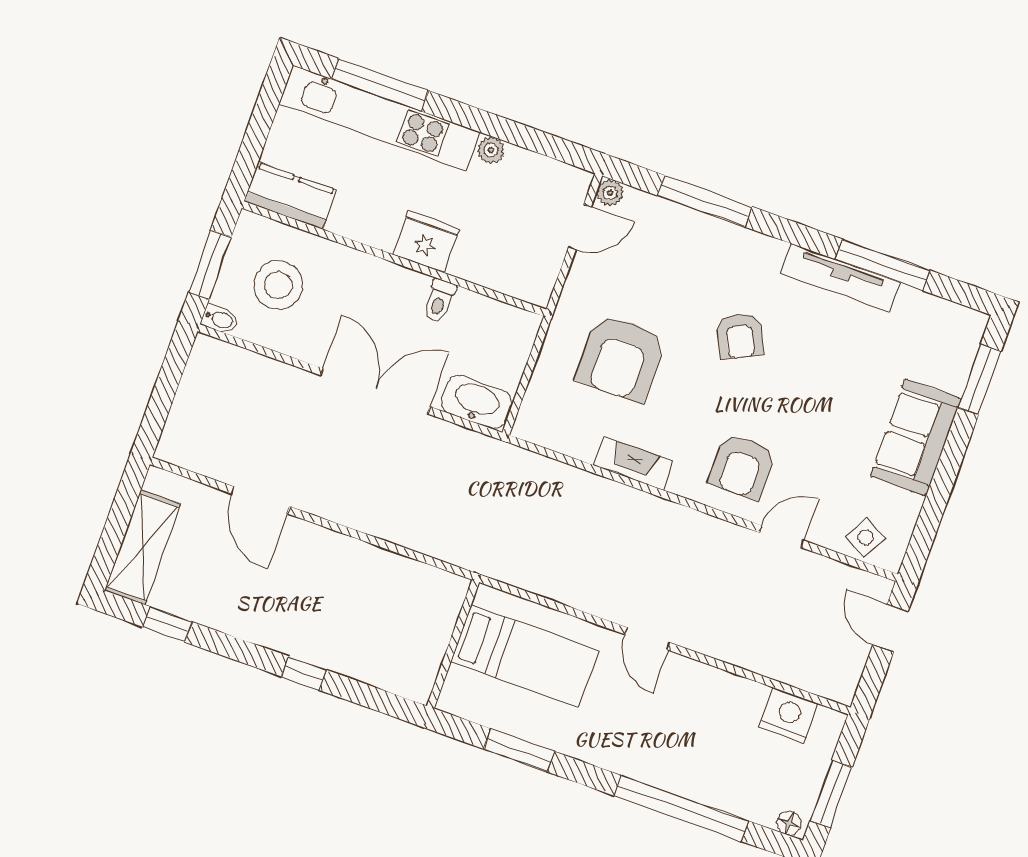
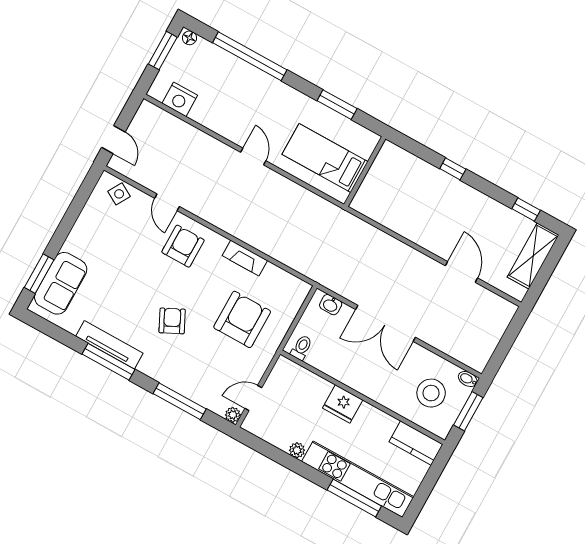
window: (883, 265) -> (108, 362), moved
toilet: (439, 301) -> (301, 348), moved
washbasin: (476, 402) -> (331, 305), width x0.52, depth x0.69
sofa: (916, 437) -> (61, 283), moved
door: (782, 536) -> (167, 202), hinge flipped

